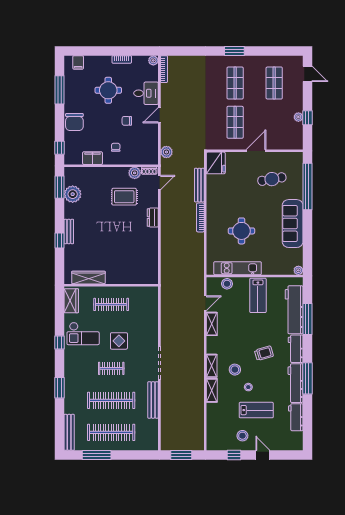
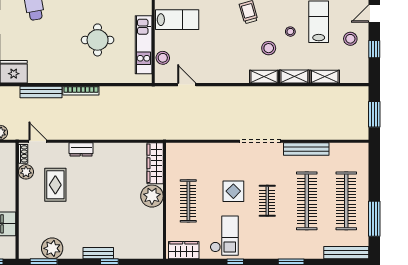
plant: (115, 275) -> (152, 196), added
wardrobe: (88, 278) -> (155, 163), moved
shelving: (212, 324) -> (325, 77), moved

